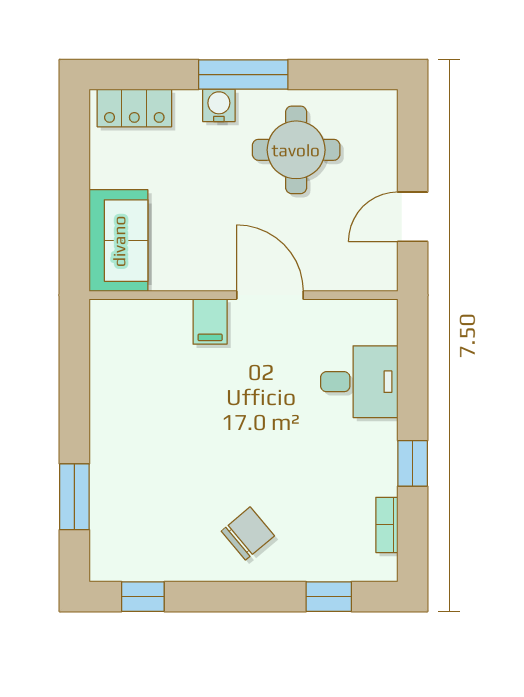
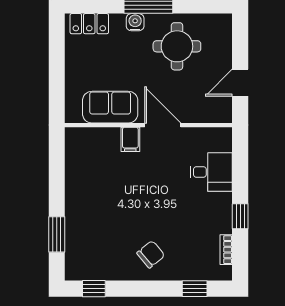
sofa: (119, 241) -> (110, 107), moved, turned -90

